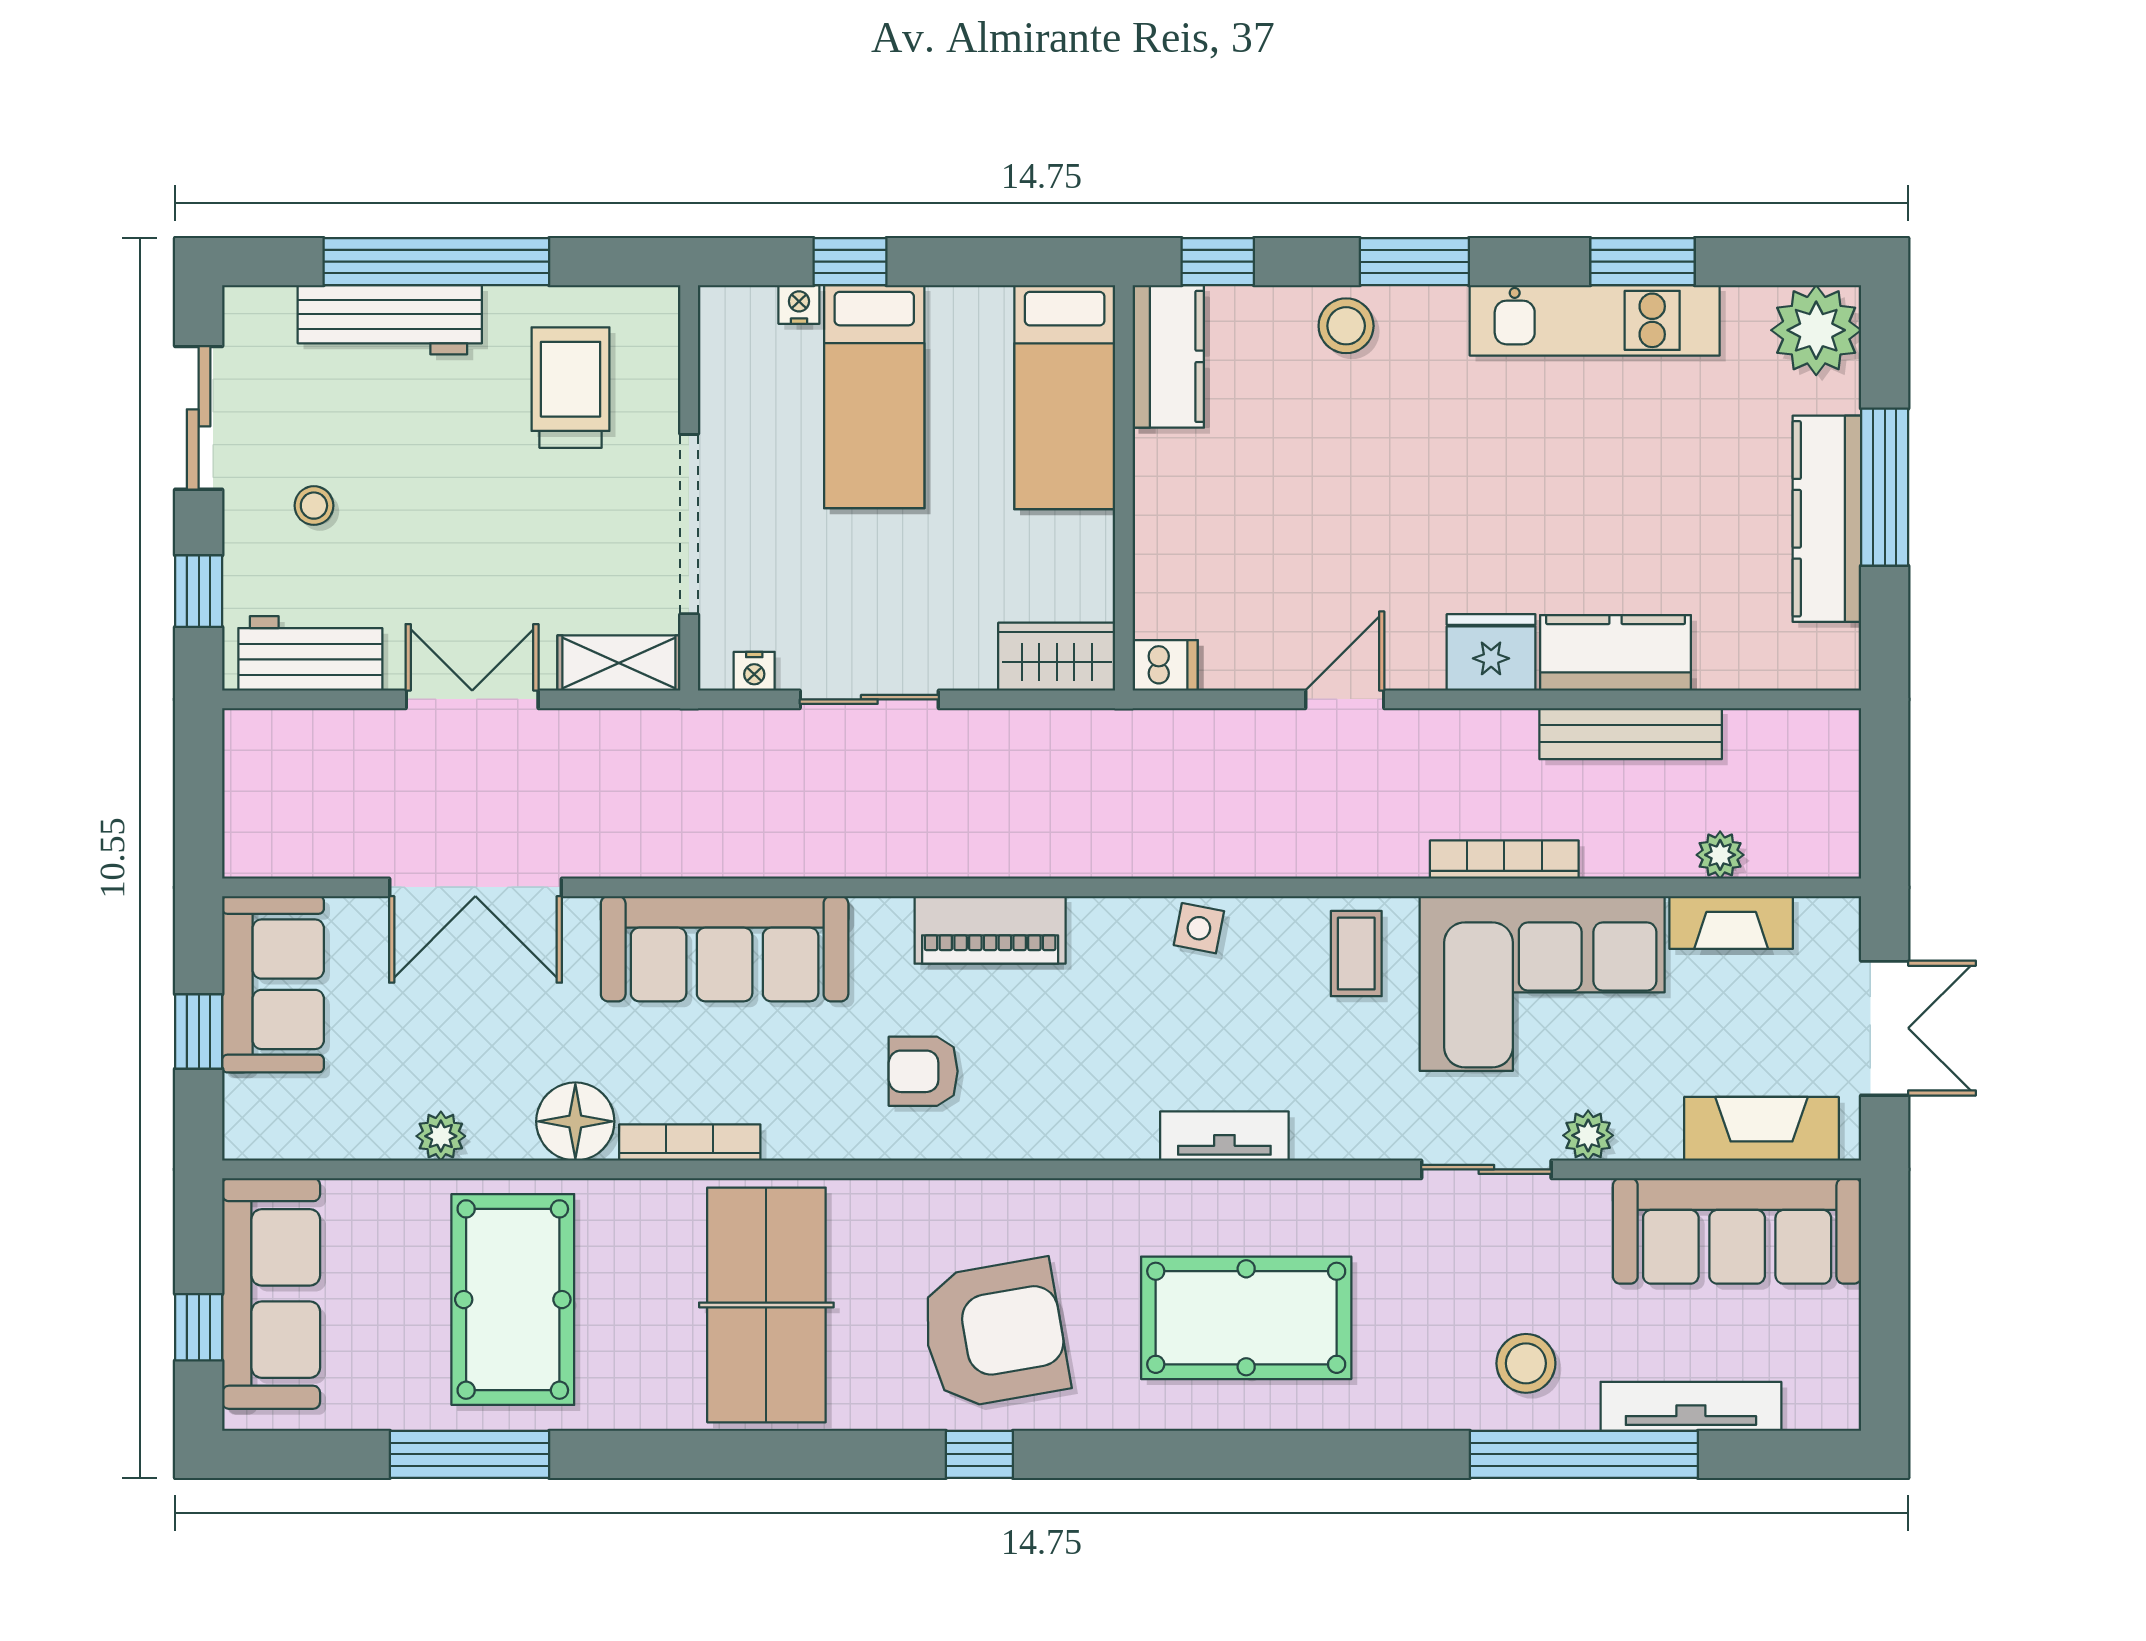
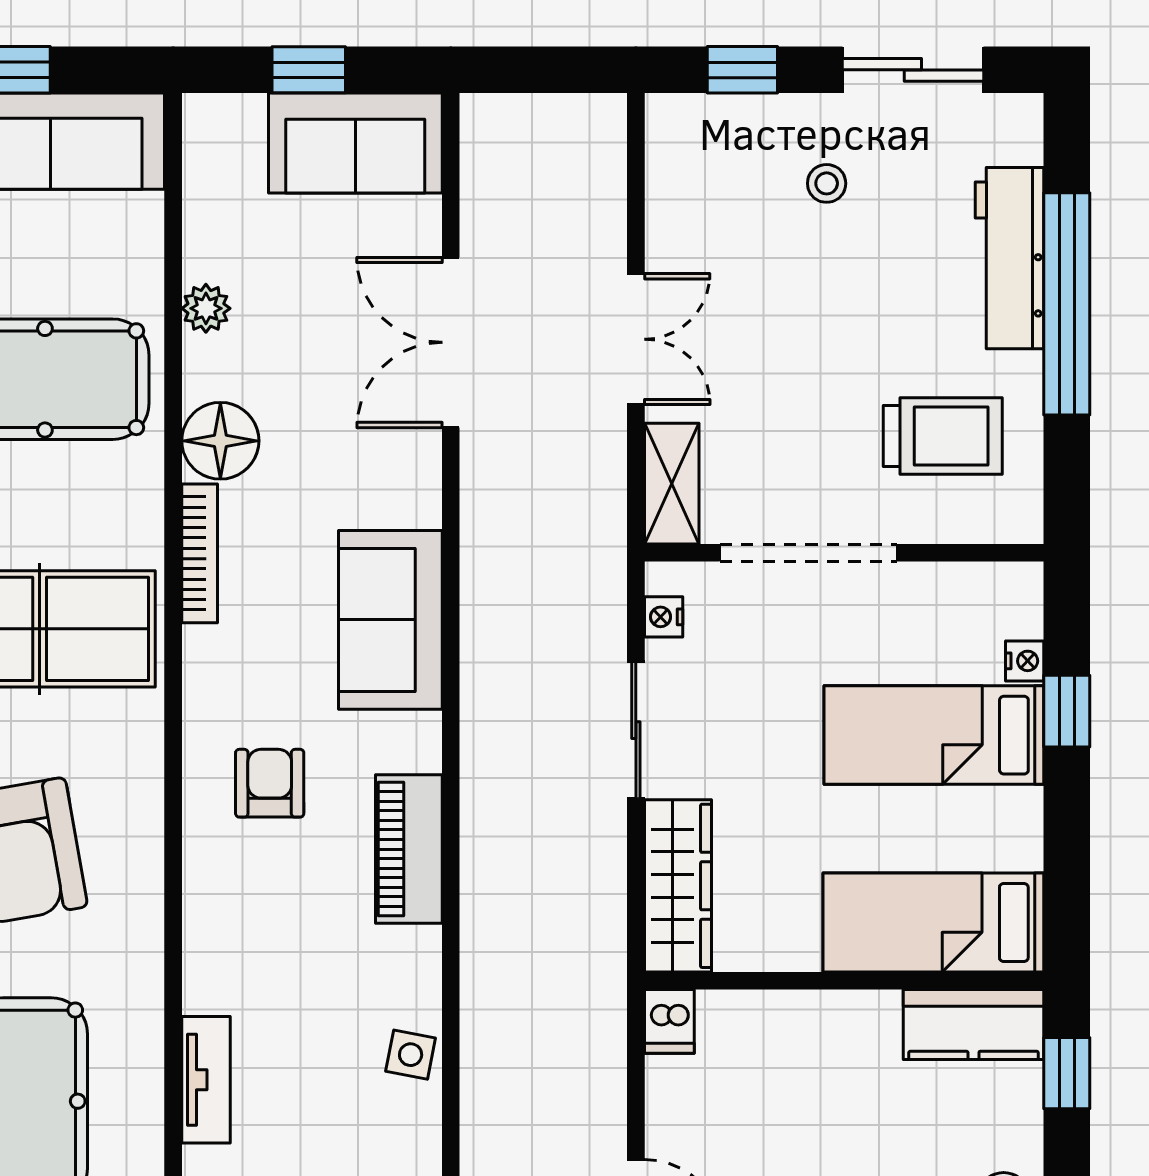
workbench: (310, 653) -> (681, 180), removed
wardrobe: (1057, 657) -> (678, 886), width x1.50
sofa: (725, 949) -> (390, 620), width x0.73

